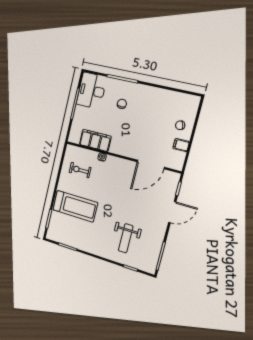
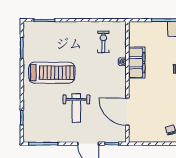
filing cabinet: (95, 140) -> (137, 63), moved
filing cabinet: (181, 145) -> (153, 136), removed
treadmill: (75, 206) -> (52, 73), moved, turned -90
weight bench: (126, 238) -> (76, 108), moved, turned -90

